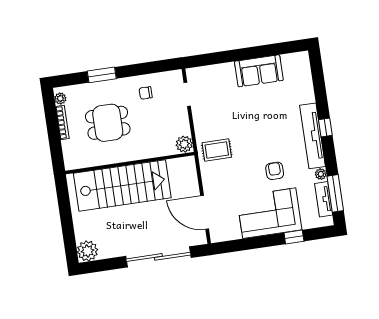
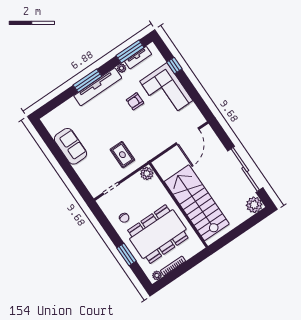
dining table: (108, 123) -> (158, 234), width x1.88, depth x1.24
window: (325, 127) -> (87, 81), width x2.17
rug: (217, 150) -> (122, 155), moved
sliding door: (158, 257) -> (245, 169), moved

